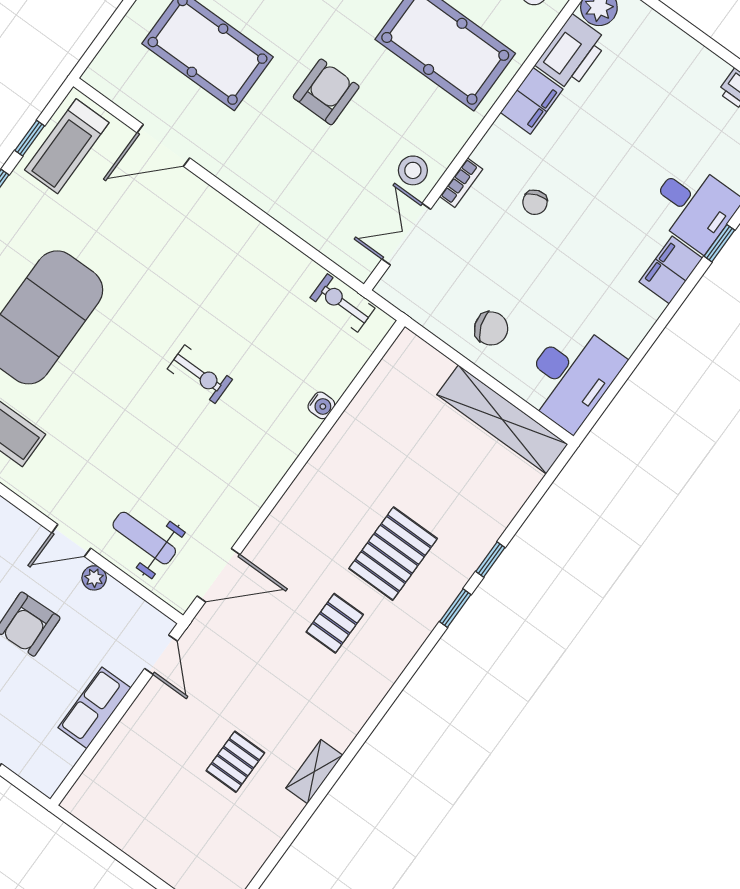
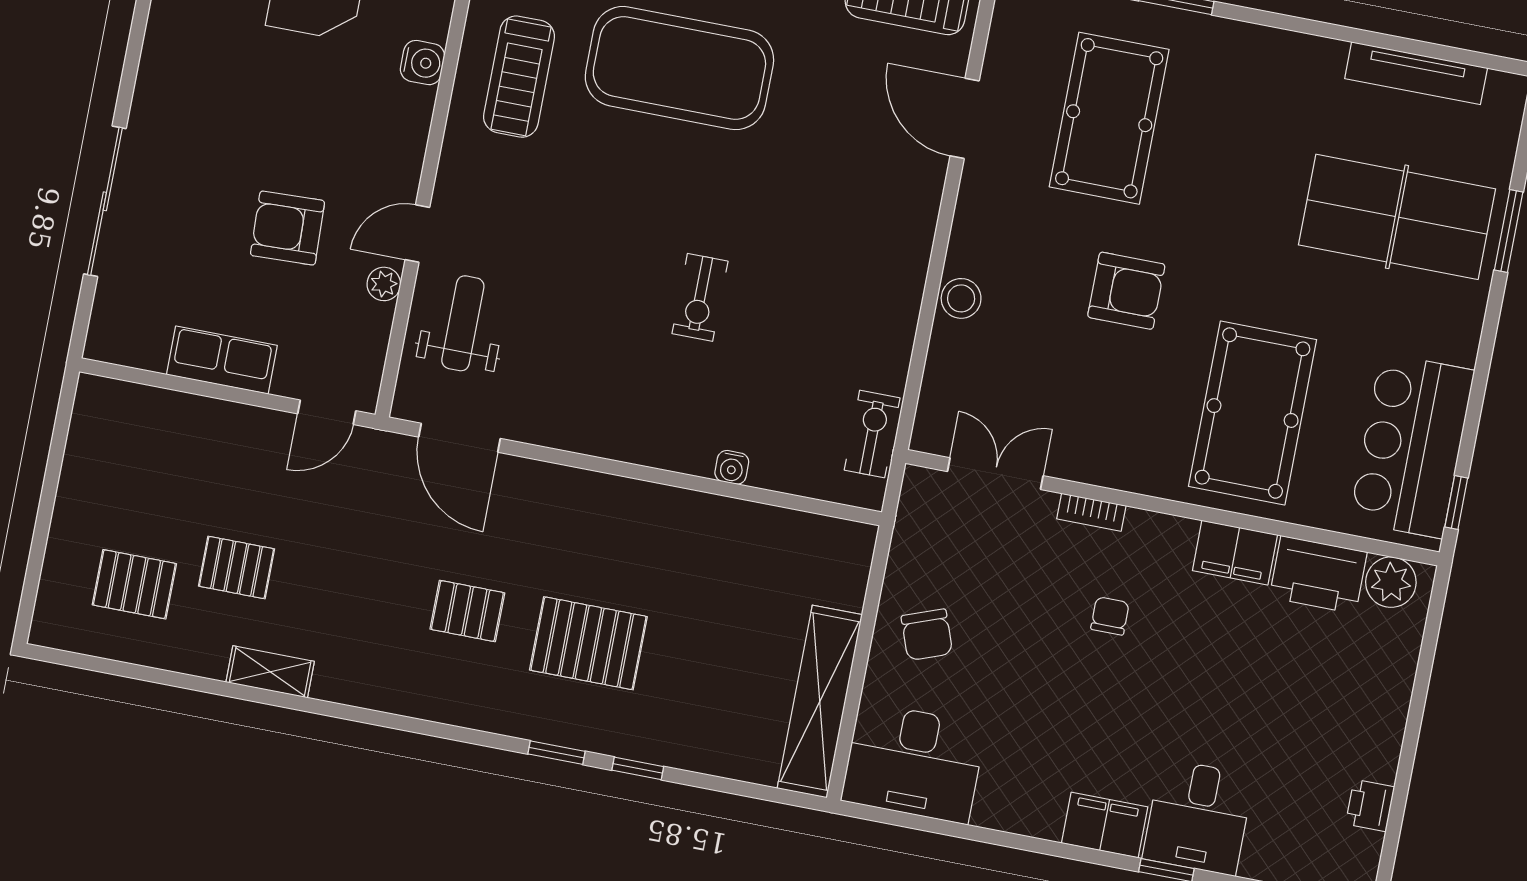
stool: (413, 170) -> (961, 298), moved
chair: (535, 202) -> (1110, 616), turned 110
door: (71, 540) -> (417, 233), hinge flipped
pallet: (215, 834) -> (134, 584), added

